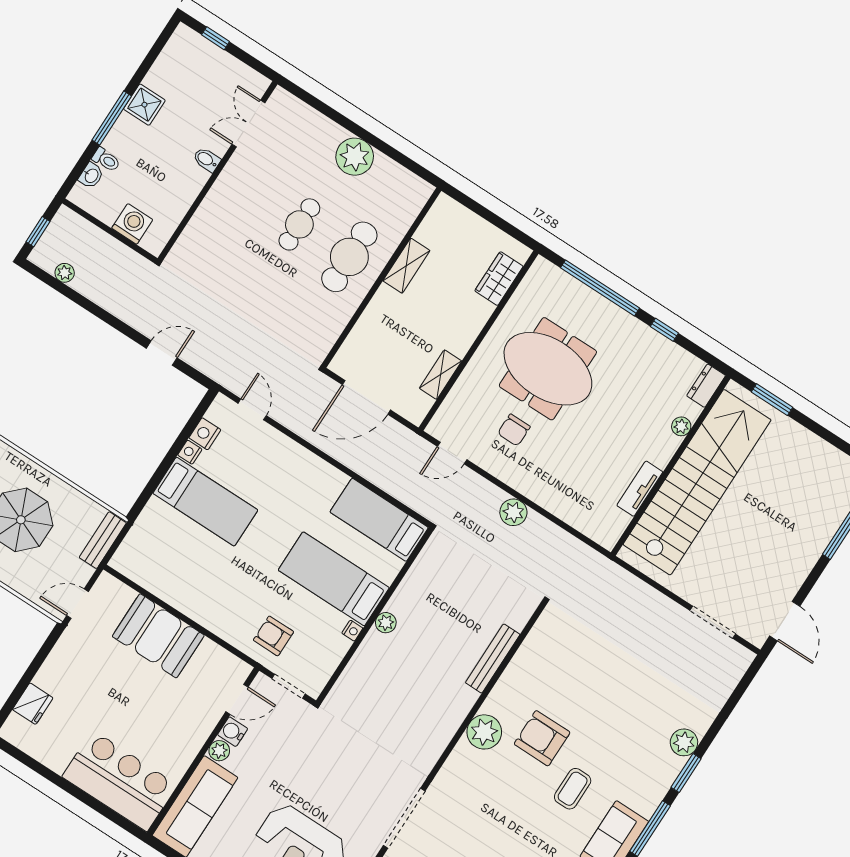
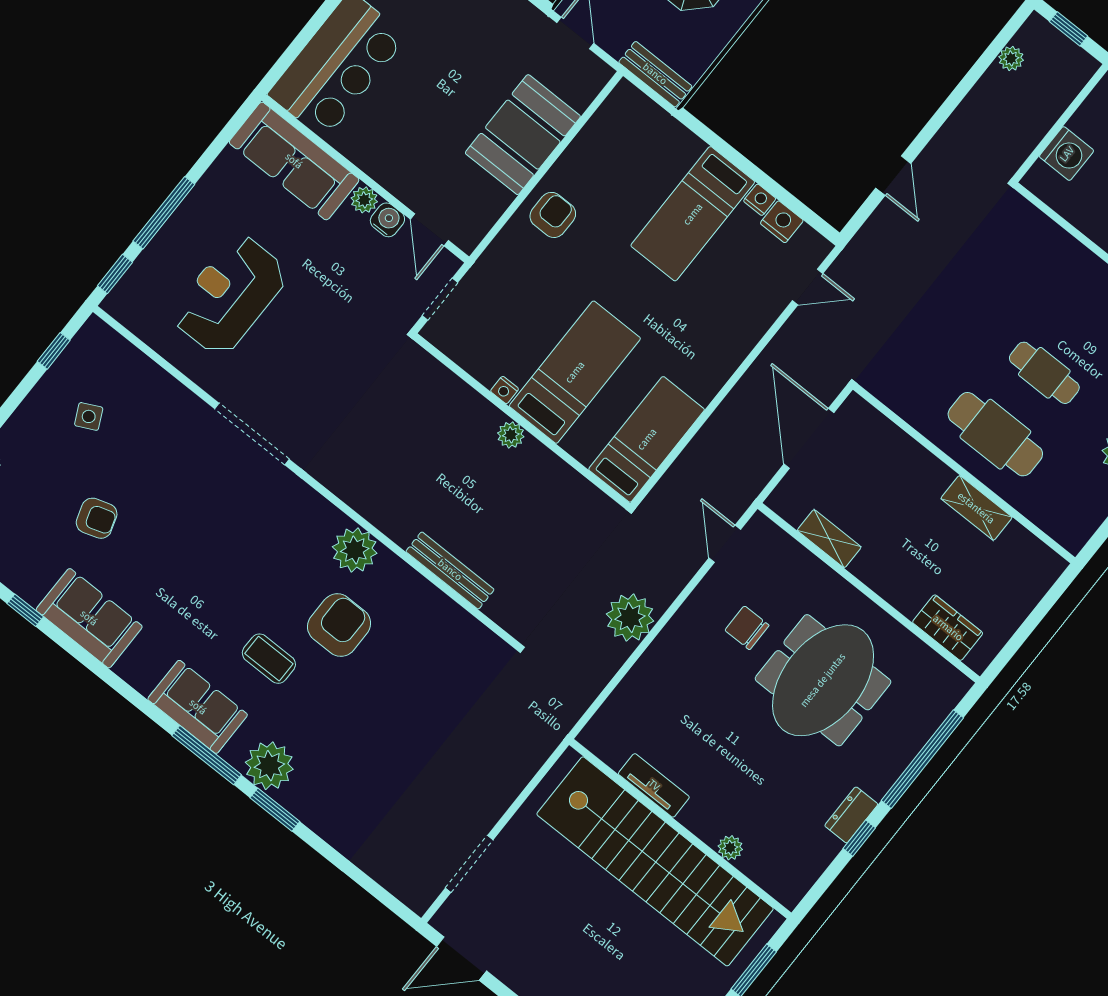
dresser: (706, 386) -> (851, 815), moved, turned -90
plant: (513, 512) -> (630, 618), width x1.36, depth x1.36
armchair: (273, 636) -> (553, 215), moved
plant: (684, 742) -> (269, 766), moved, width x1.36, depth x1.36

